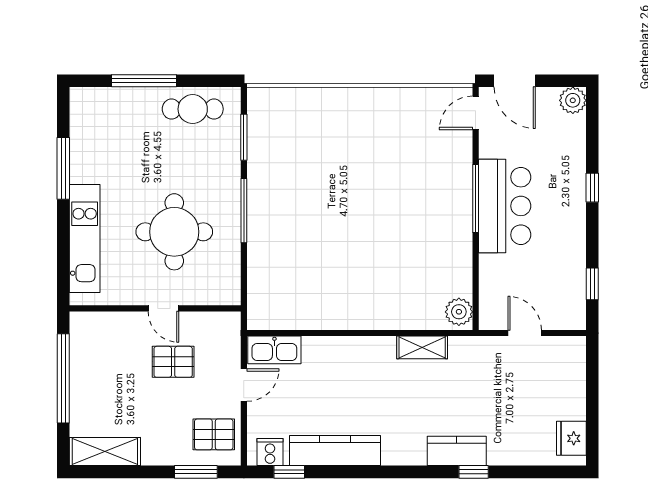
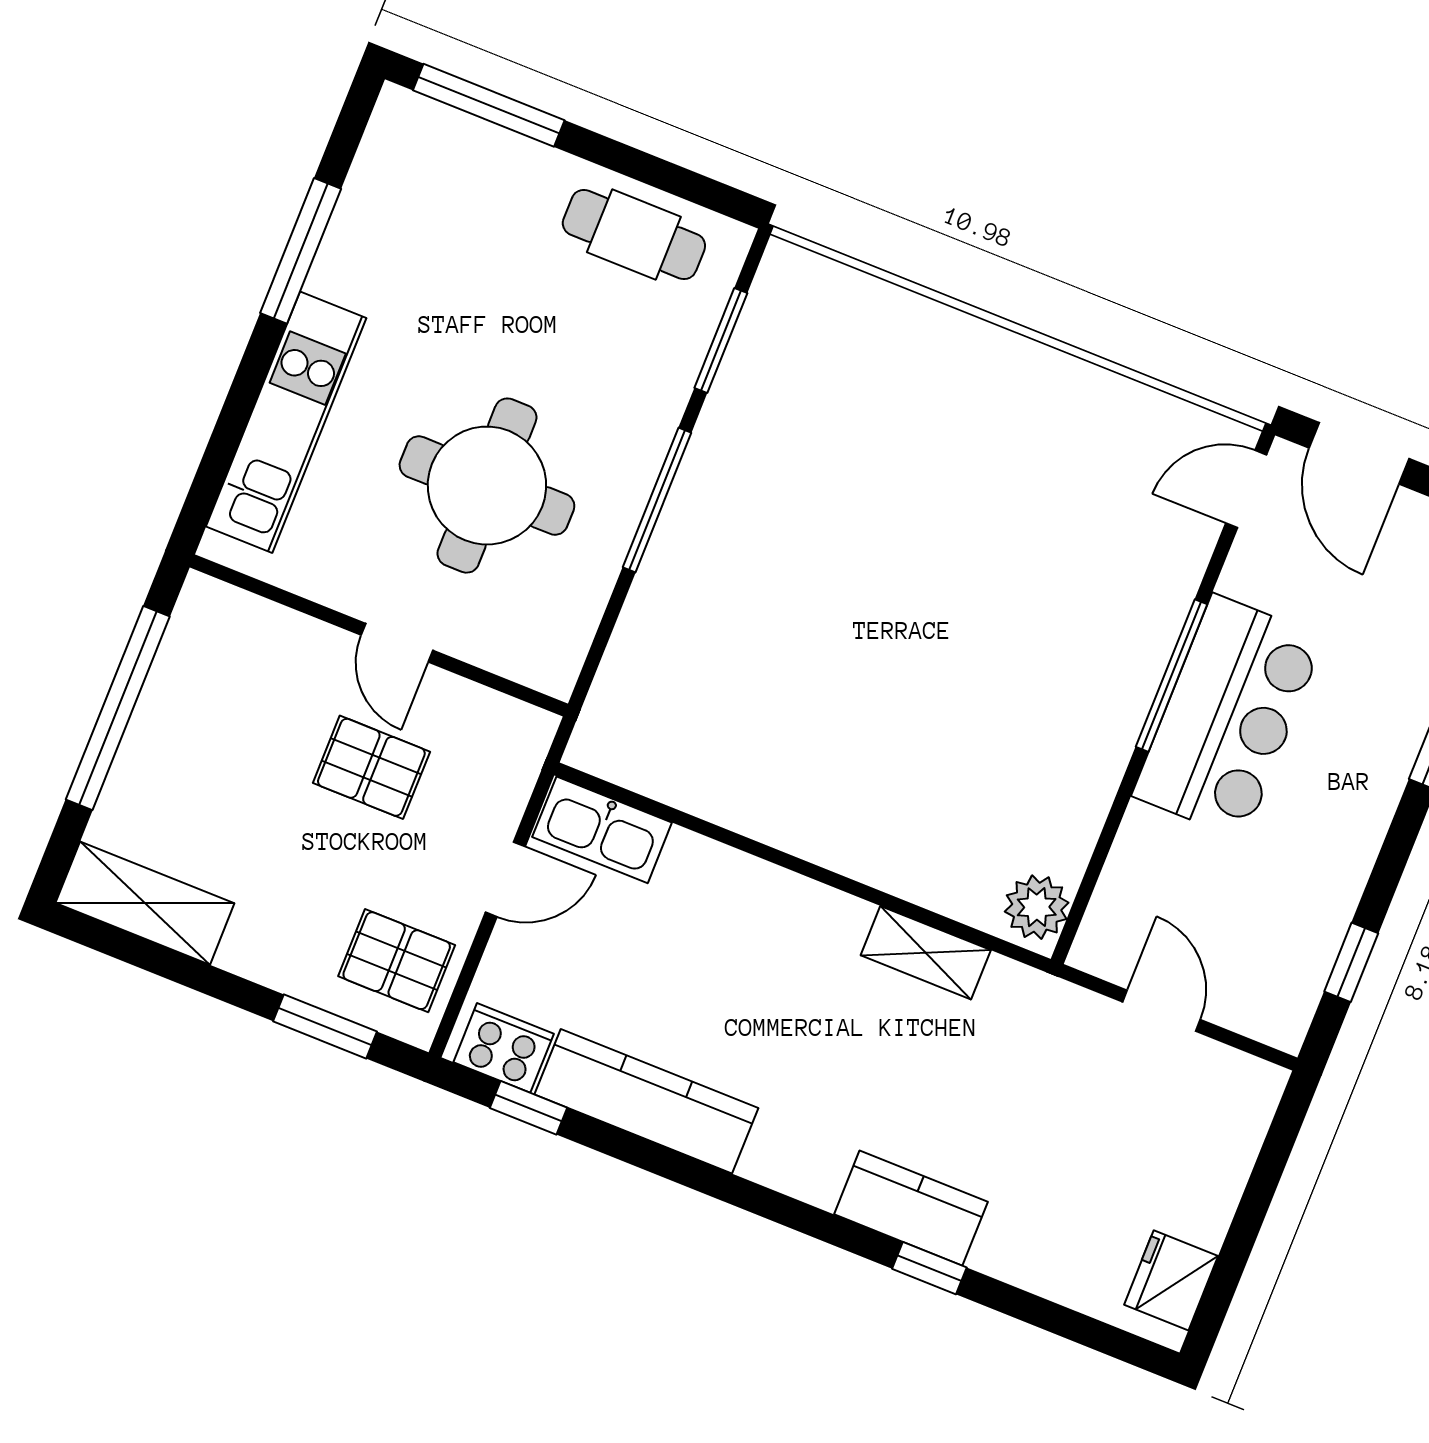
window: (144, 81) -> (489, 105), moved
cooker: (270, 452) -> (504, 1048), width x1.36

